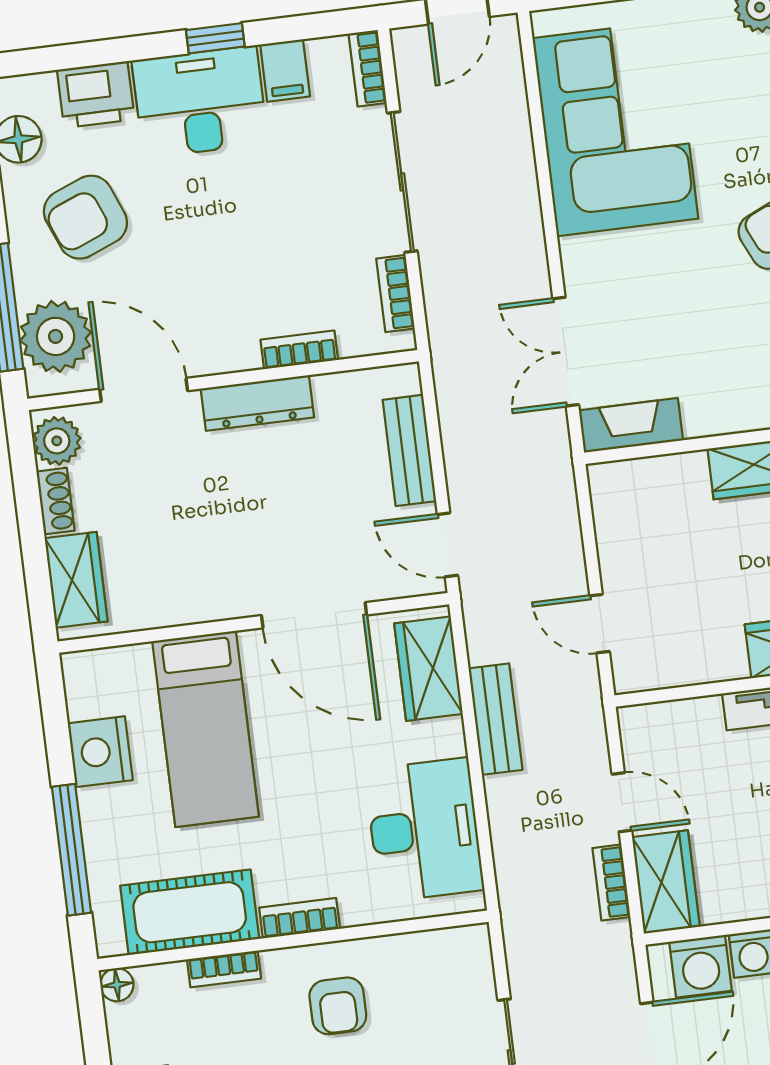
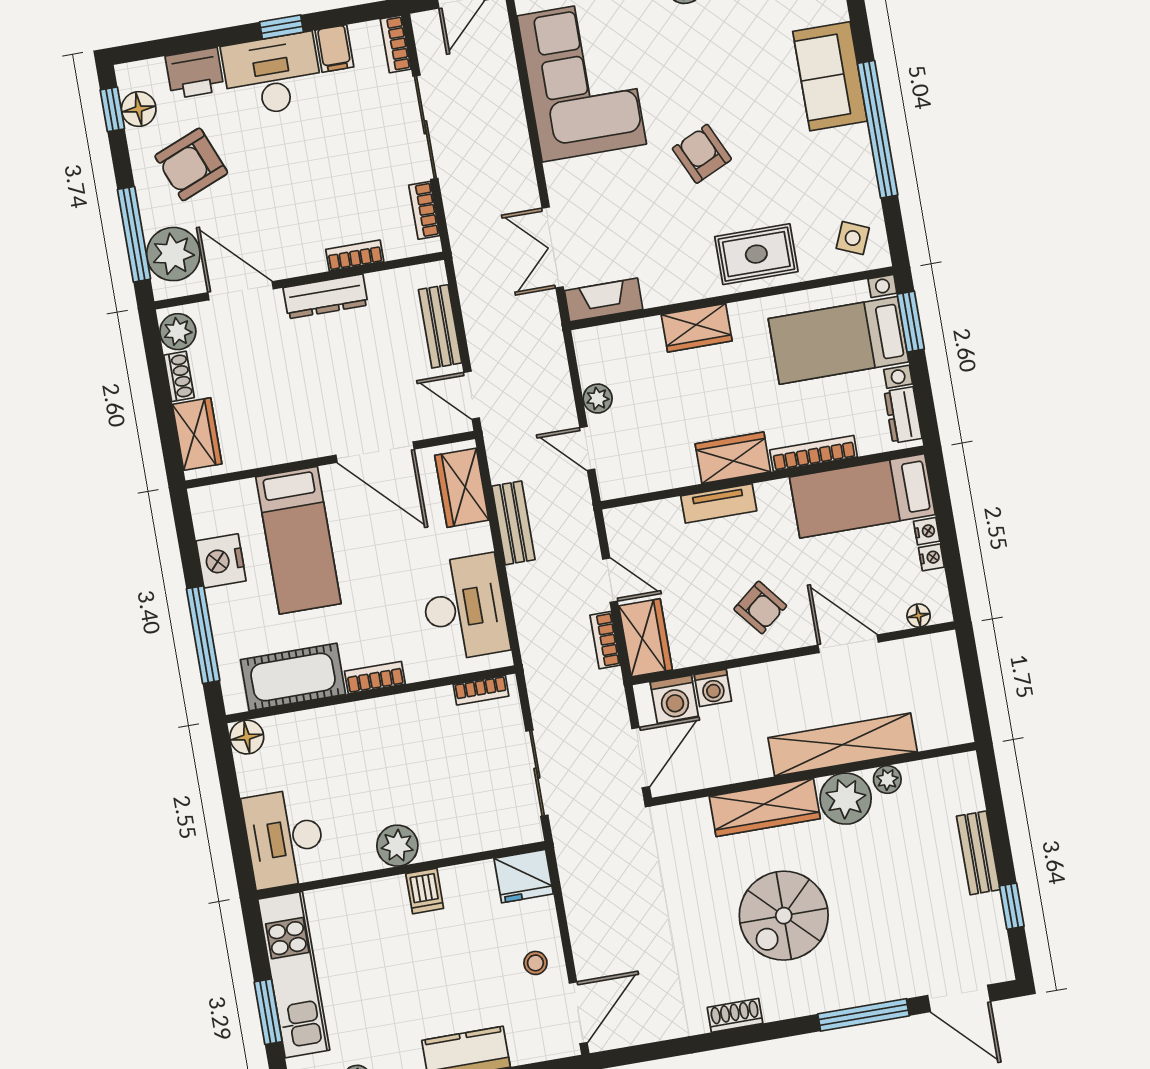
plant: (617, 557) -> (598, 399), added
bookcase: (224, 969) -> (481, 690), moved
floor lamp: (117, 985) -> (247, 737), width x1.37, depth x1.37
armchair: (338, 1006) -> (406, 741), removed

